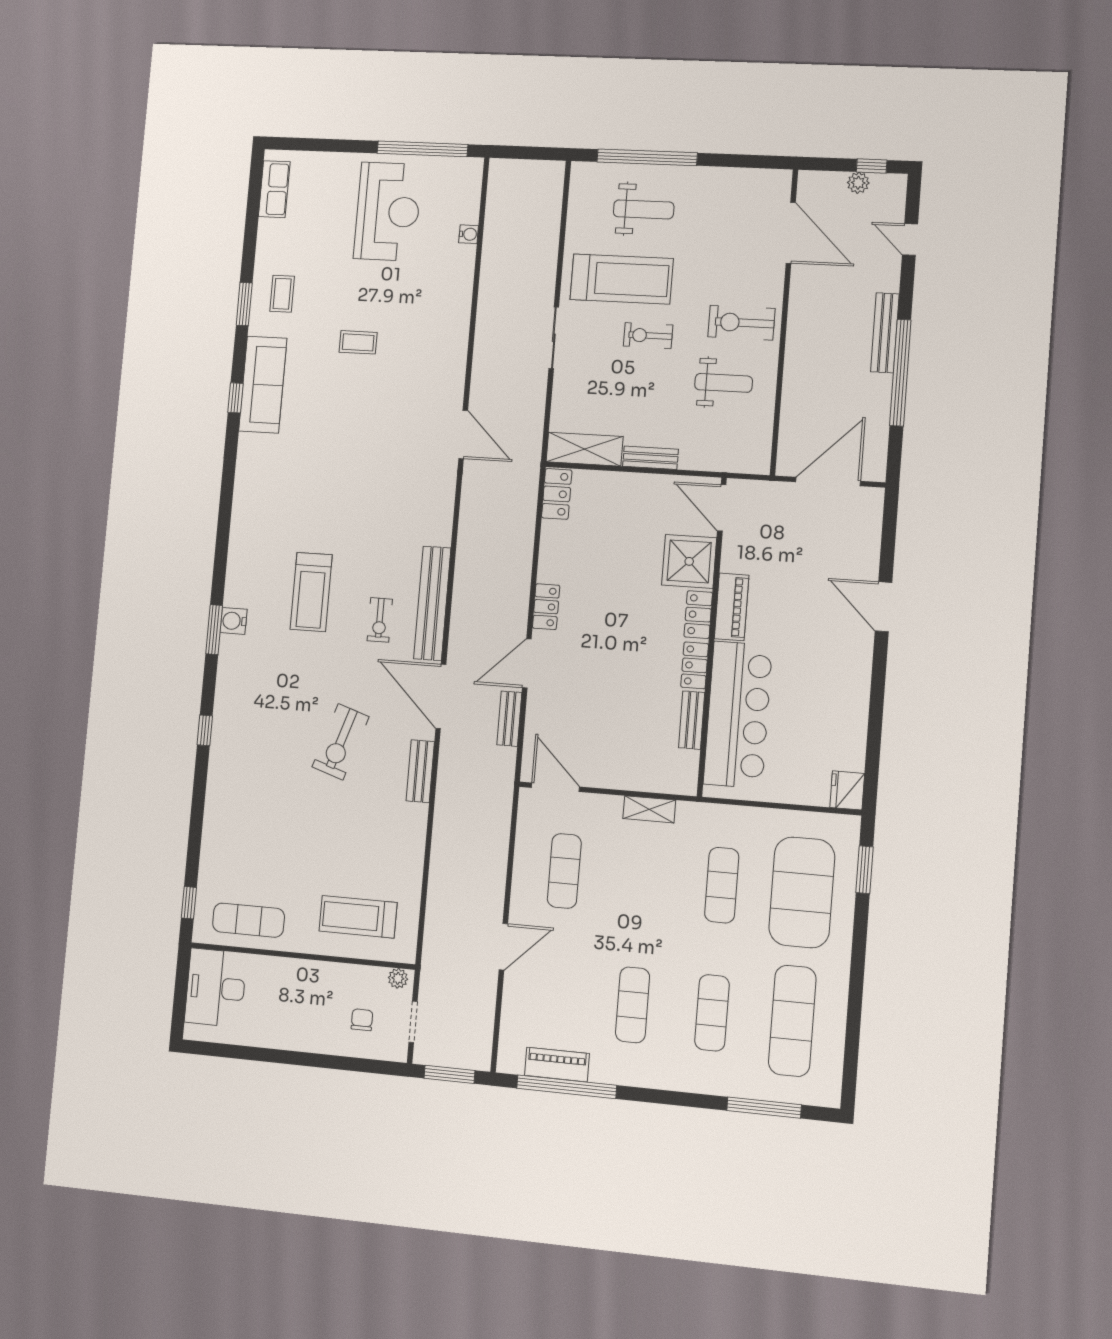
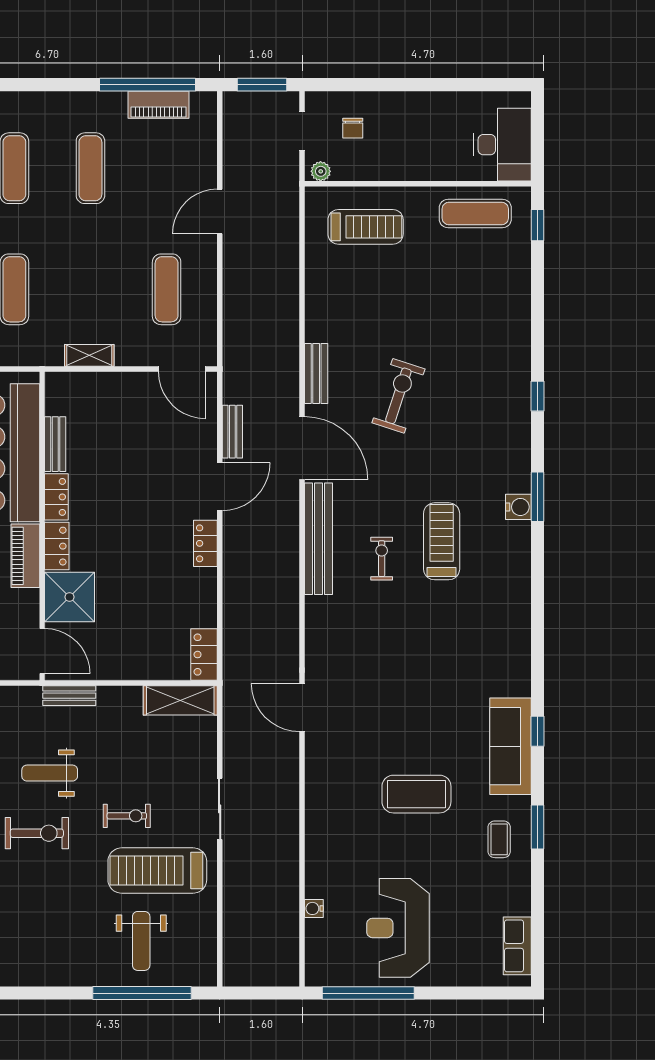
weight bench: (644, 209) -> (141, 941), turned -90
coffee table: (358, 342) -> (416, 794), width x1.86, depth x1.72
bench: (651, 458) -> (69, 696), moved
exercise bike: (380, 620) -> (382, 559), moved

